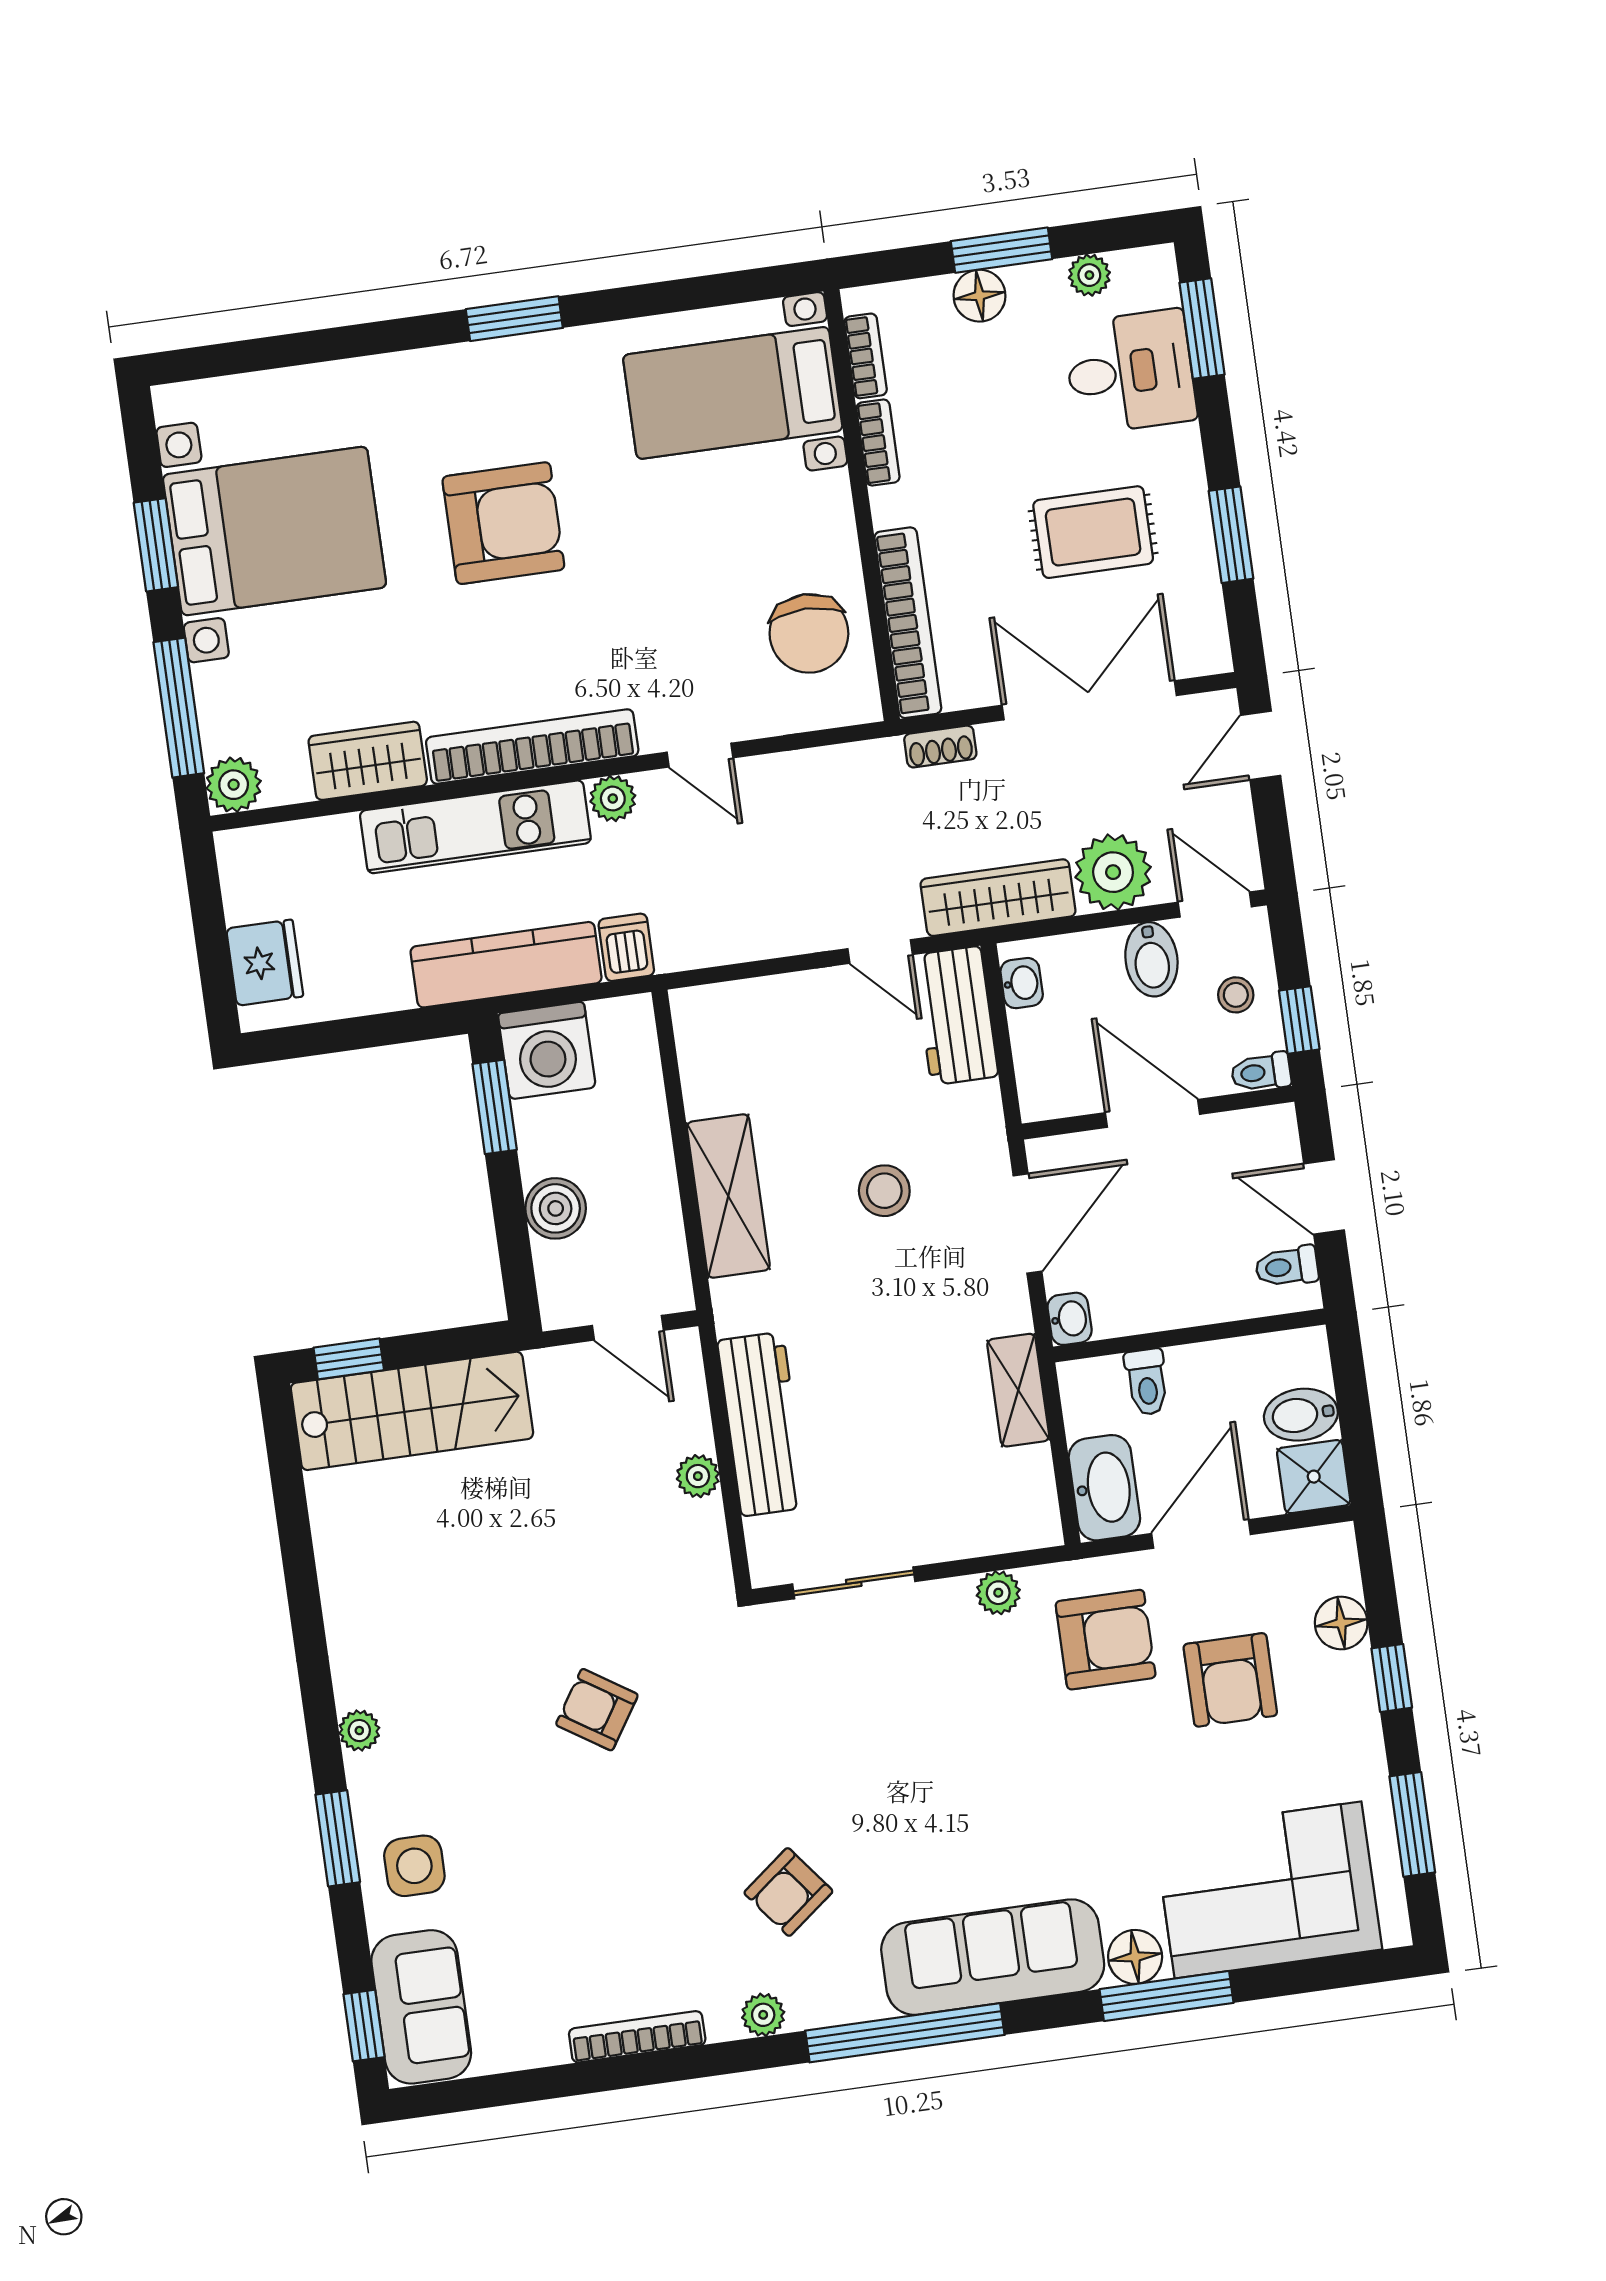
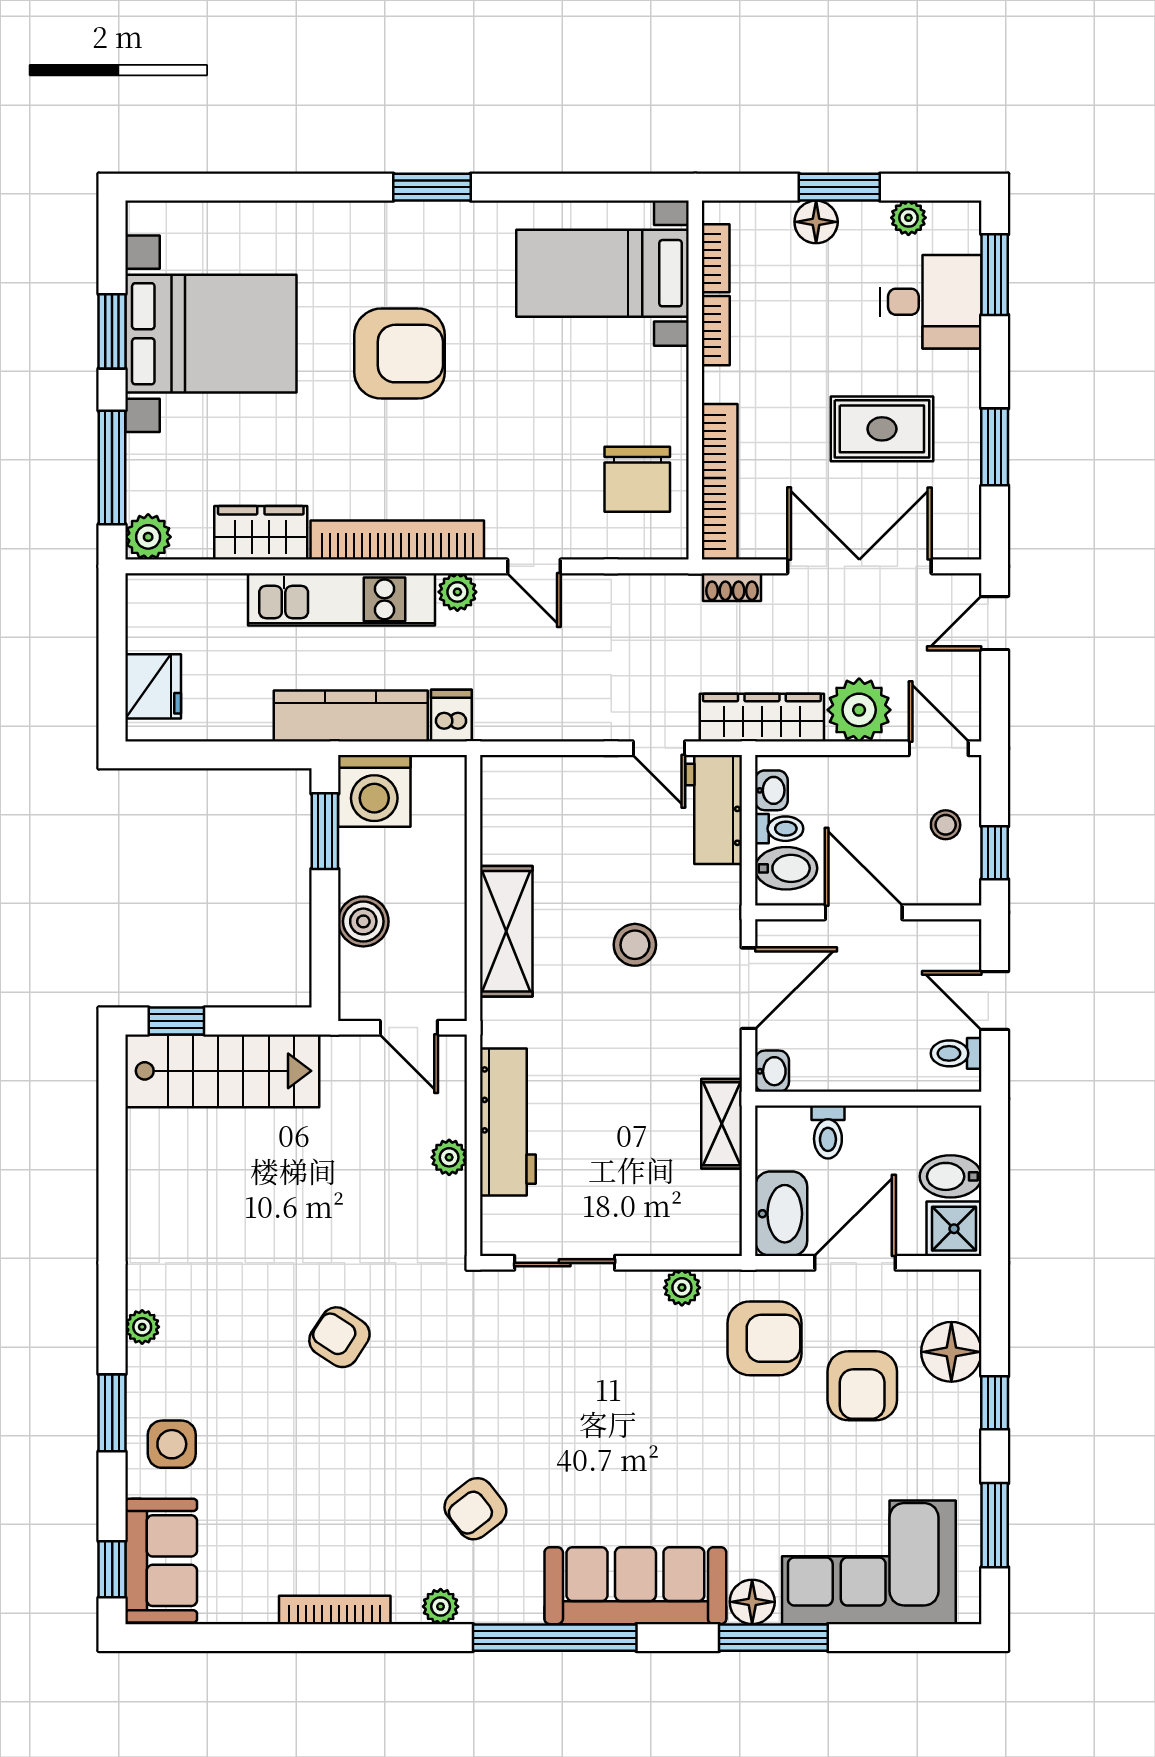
bidet: (1151, 959) -> (786, 868), moved, turned -90
toilet: (1261, 1072) -> (779, 829), moved, turned 180
floor lamp: (1341, 1623) -> (951, 1352), width x1.38, depth x1.38

